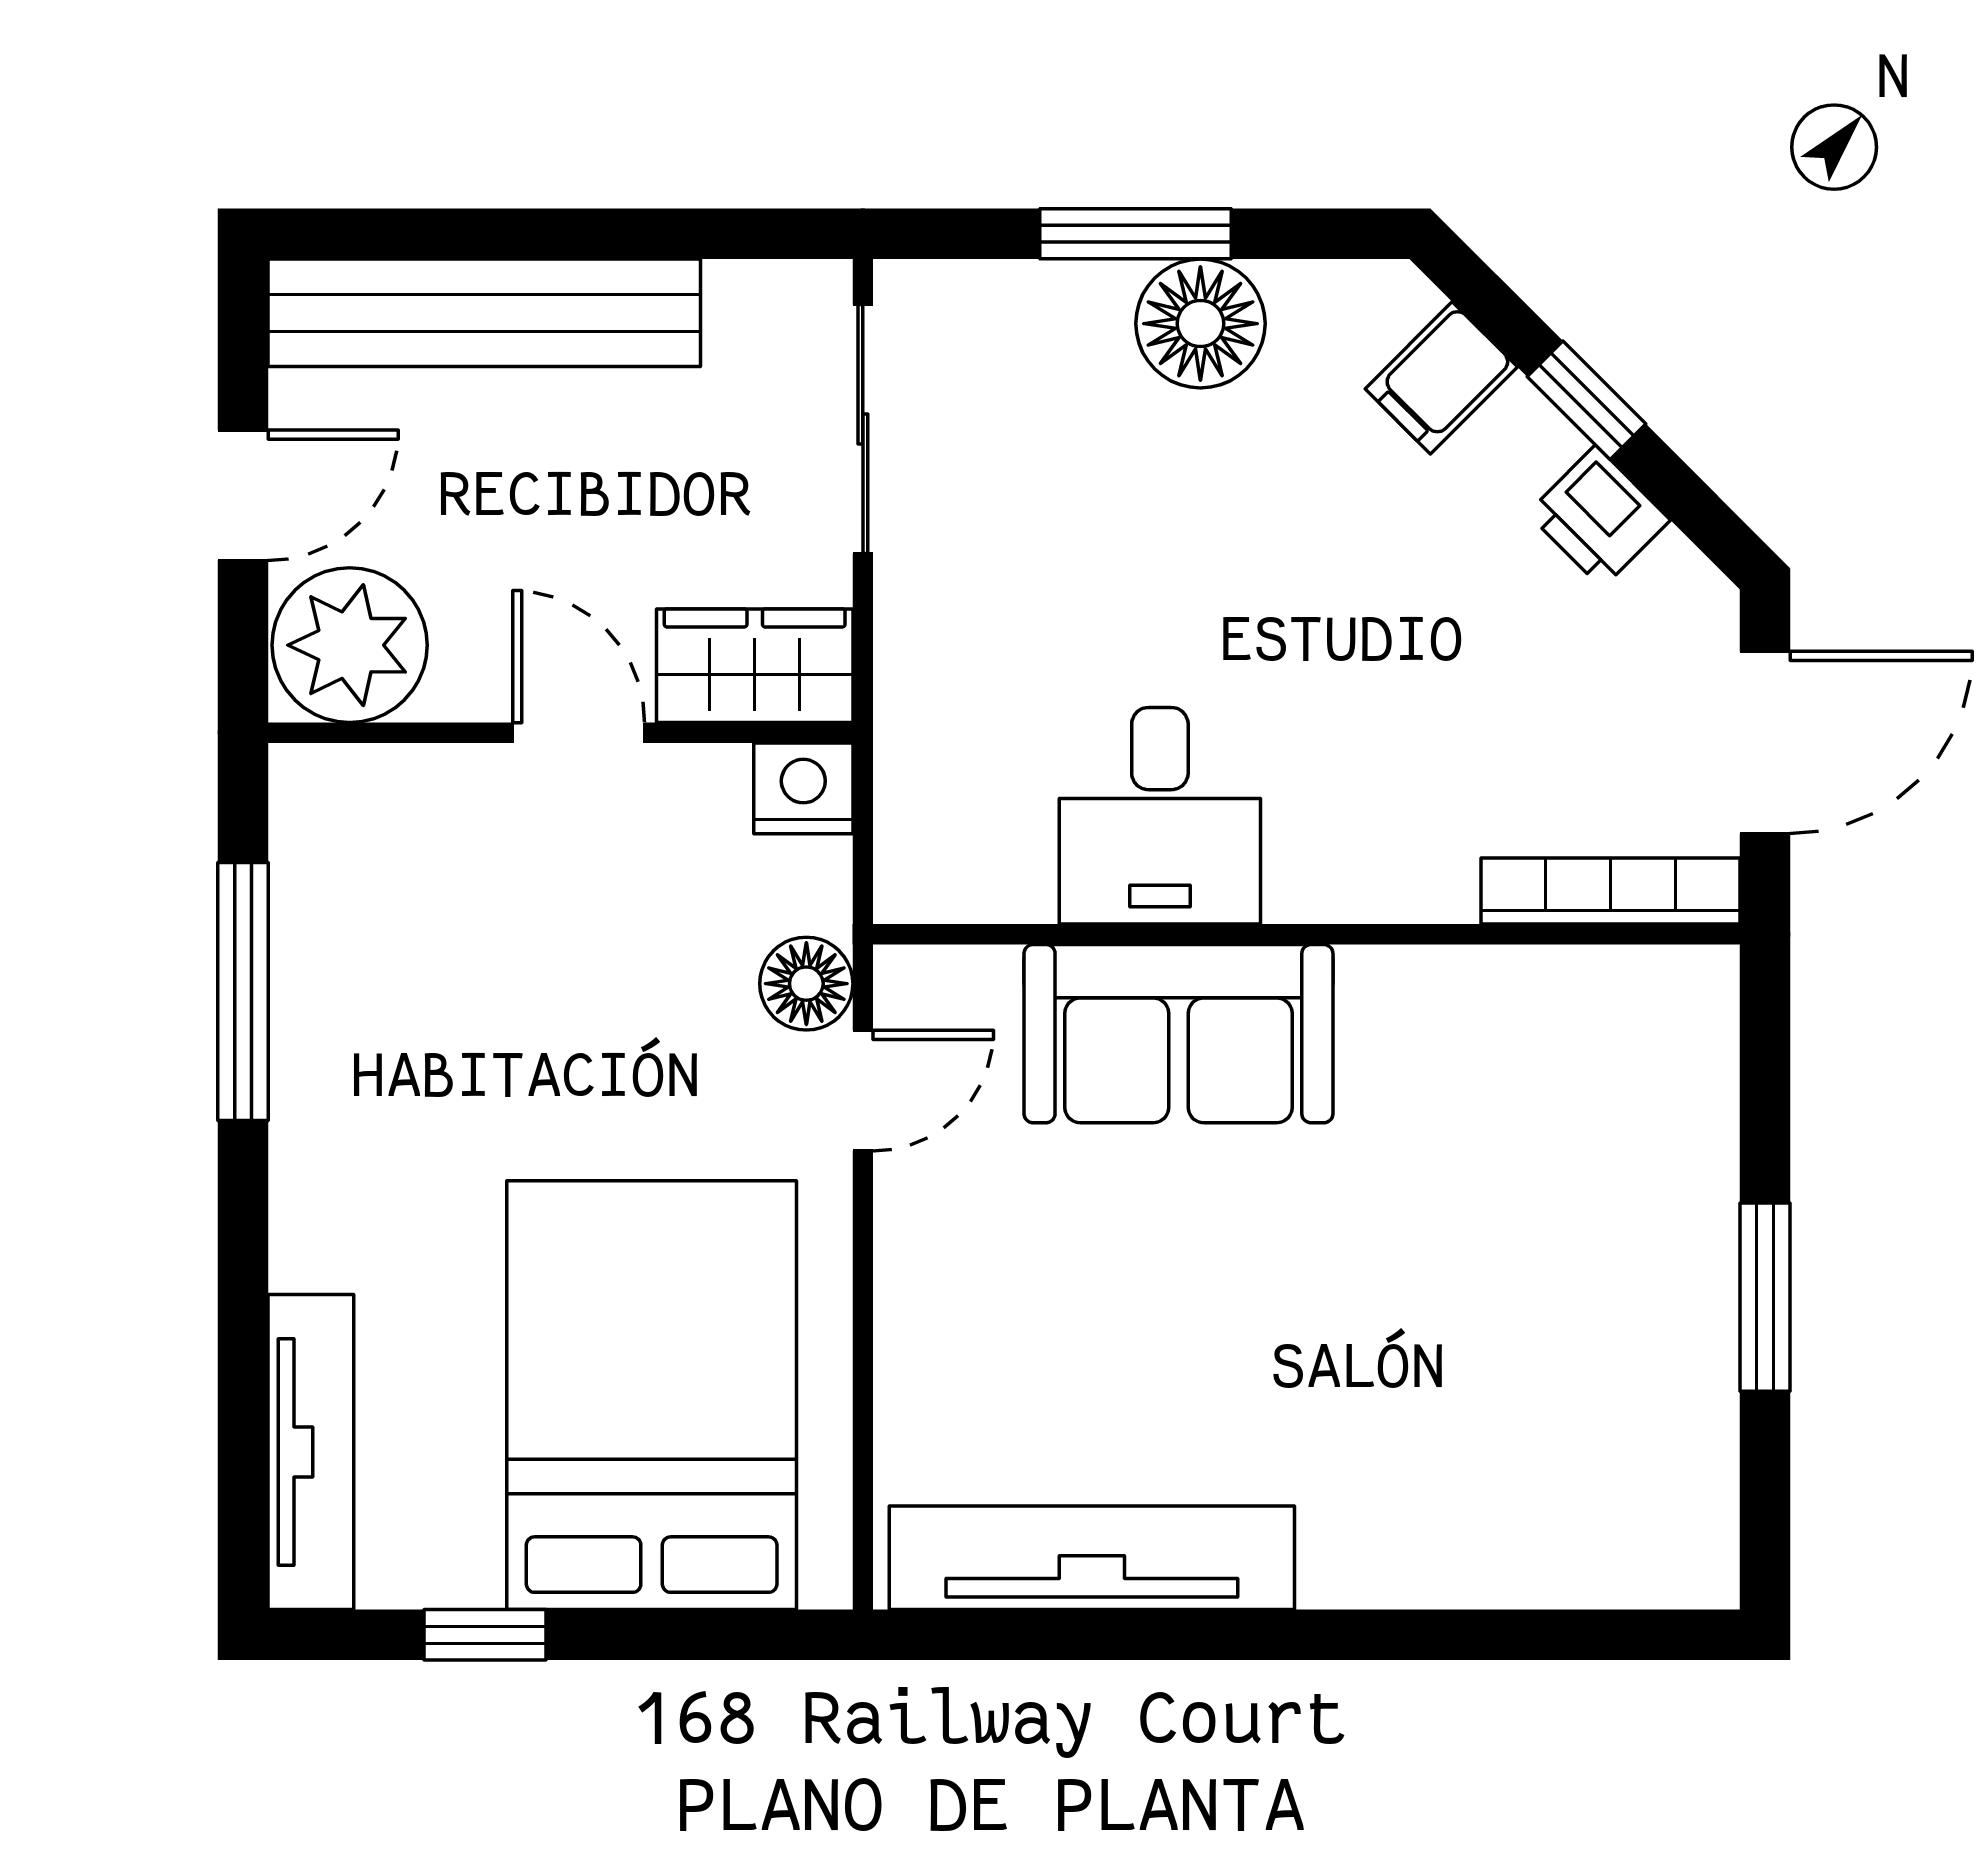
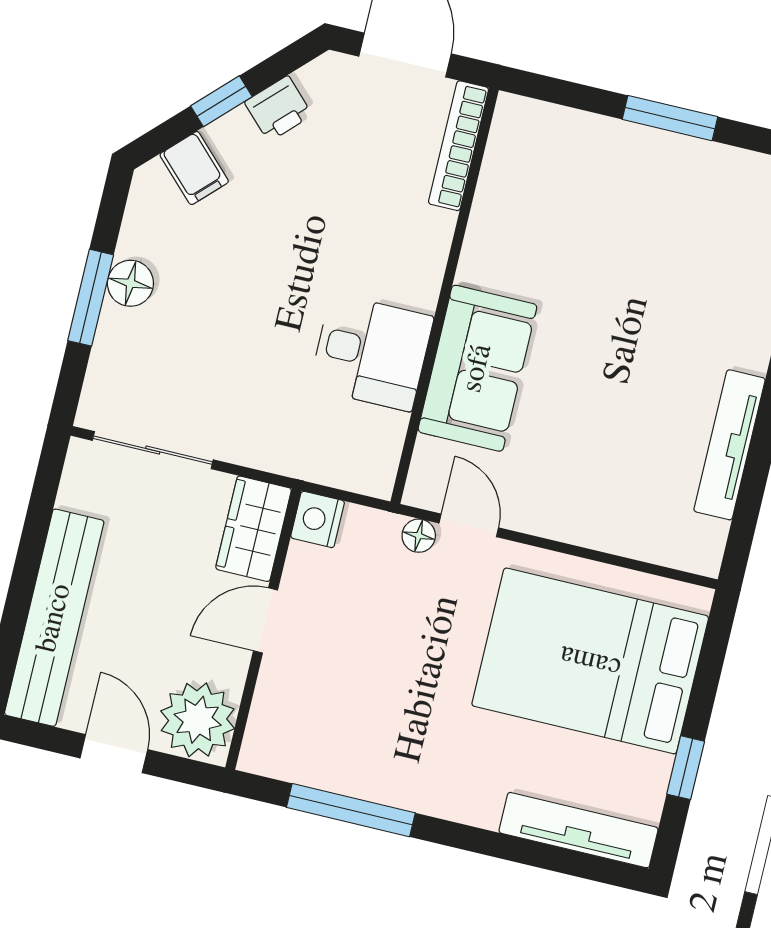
floor lamp: (1200, 324) -> (130, 283), width x0.73, depth x0.73
floor lamp: (806, 984) -> (419, 536), width x0.73, depth x0.73
tv unit: (1092, 1558) -> (730, 445), width x0.73, depth x0.78

